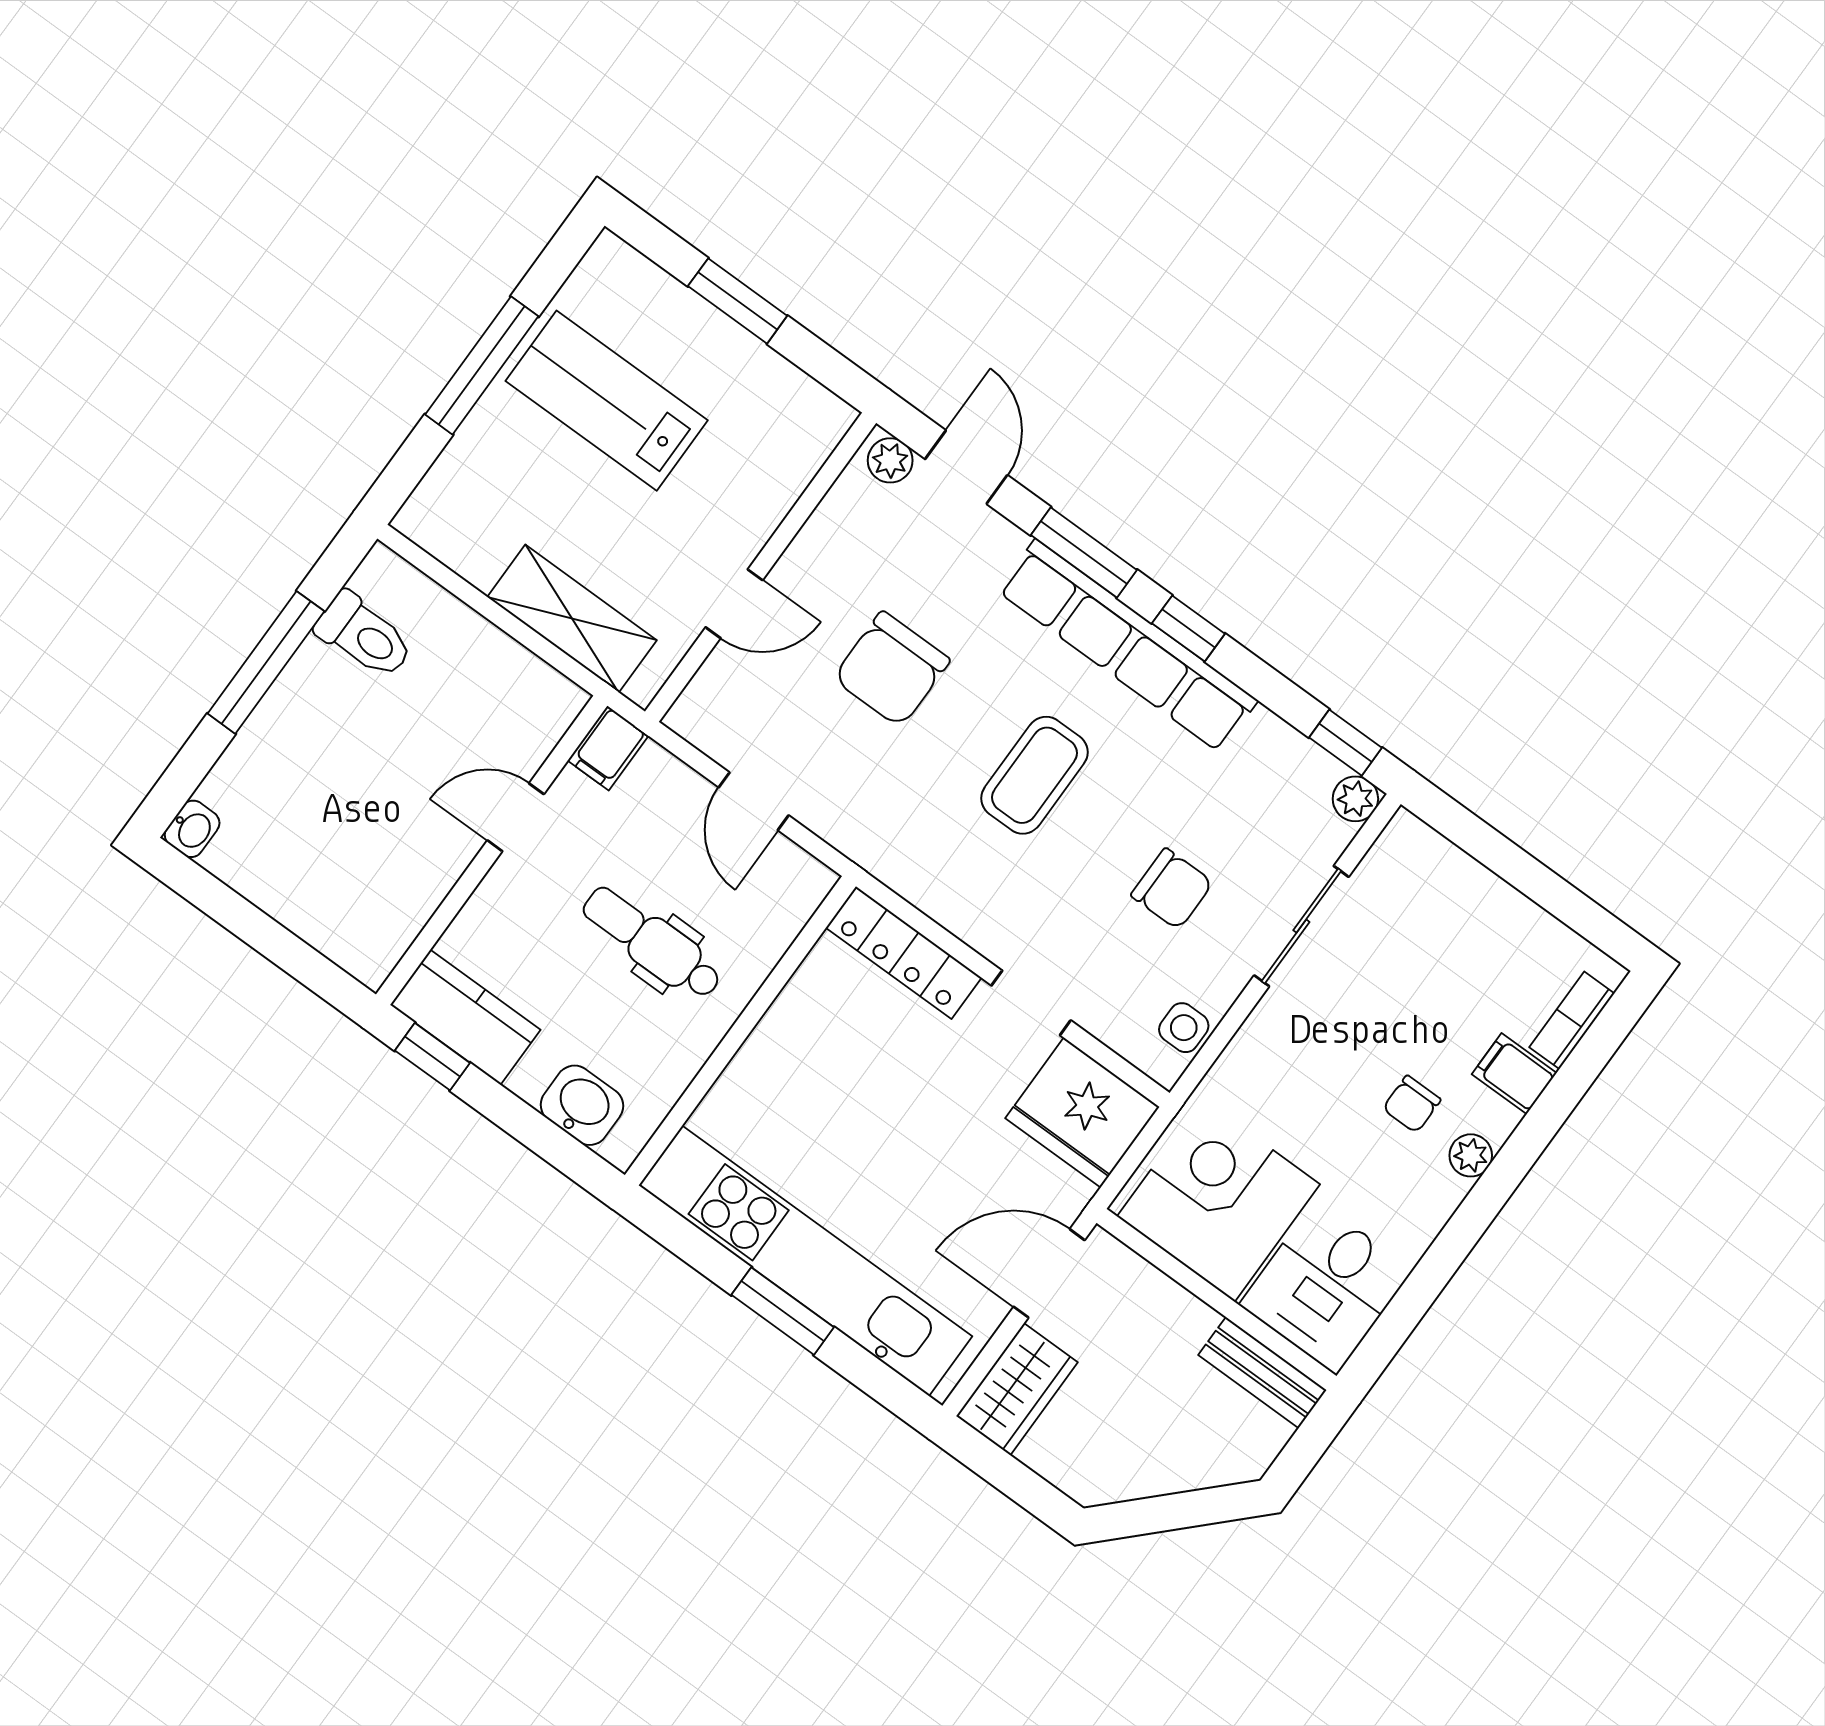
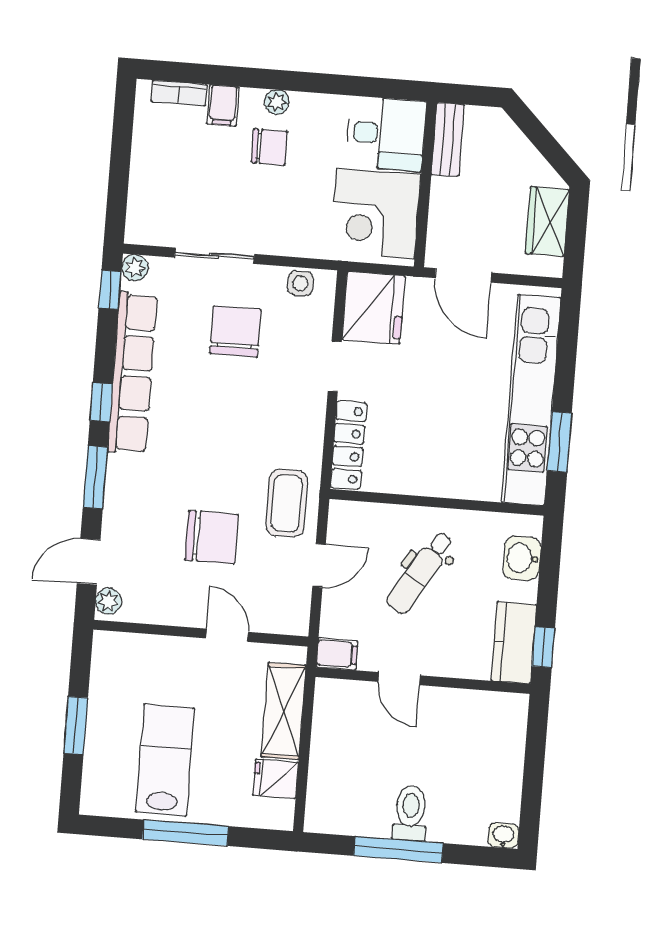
lab bench: (607, 401) -> (165, 760), turned 180
fridge: (480, 546) -> (275, 779), added
toilet: (364, 636) -> (410, 813), moved
row of seats: (1128, 646) -> (133, 373), moved
coffee table: (1034, 775) -> (287, 503), moved, turned 90
chair: (1172, 889) -> (235, 331), width x1.37, depth x1.37
dental chair: (652, 943) -> (420, 573), turned 31
chair: (1412, 1104) -> (269, 147), width x1.37, depth x1.37
window: (783, 1311) -> (559, 442), moved
wardrobe: (1017, 1389) -> (547, 222), moved, turned -90

